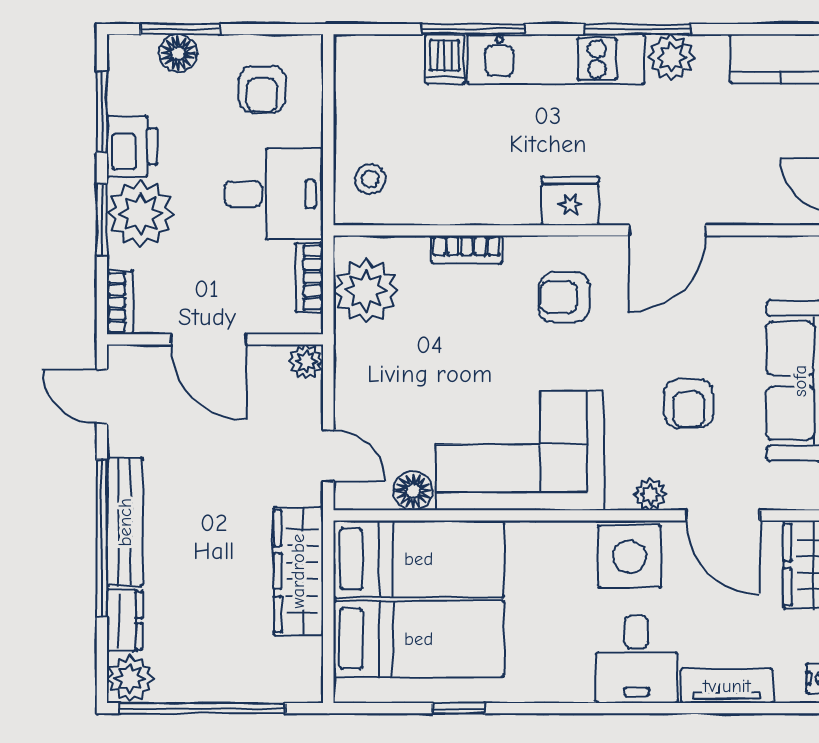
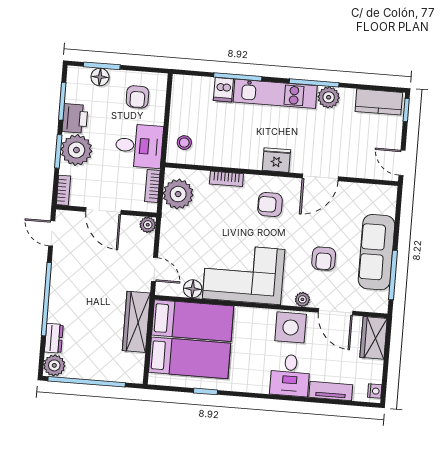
bench: (125, 522) -> (58, 292), removed

